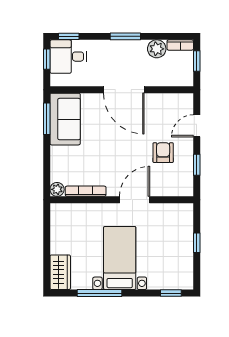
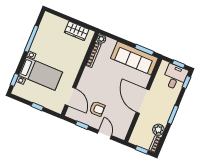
door: (124, 90) -> (143, 101), hinge flipped
sofa: (65, 119) -> (134, 58), width x1.36
door: (135, 200) -> (70, 97), moved
bed with nightstands: (120, 258) -> (41, 74), moved
wardrobe: (60, 272) -> (77, 31), moved

